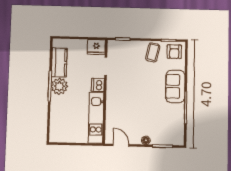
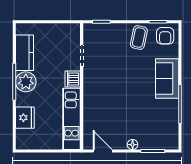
fridge: (96, 47) -> (25, 118), moved, turned -90

